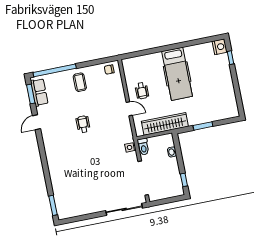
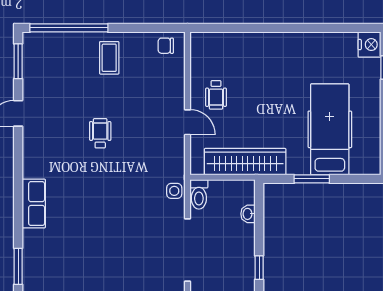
hospital bed: (177, 74) -> (330, 129), moved, turned 180
row of seats: (39, 92) -> (34, 204), moved

